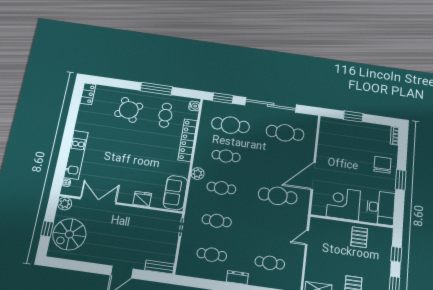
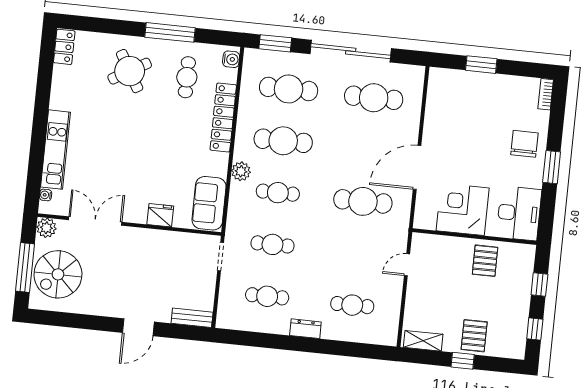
cafe table: (226, 156) -> (283, 141), width x1.37, depth x1.35
window: (47, 229) -> (25, 268), width x2.17

